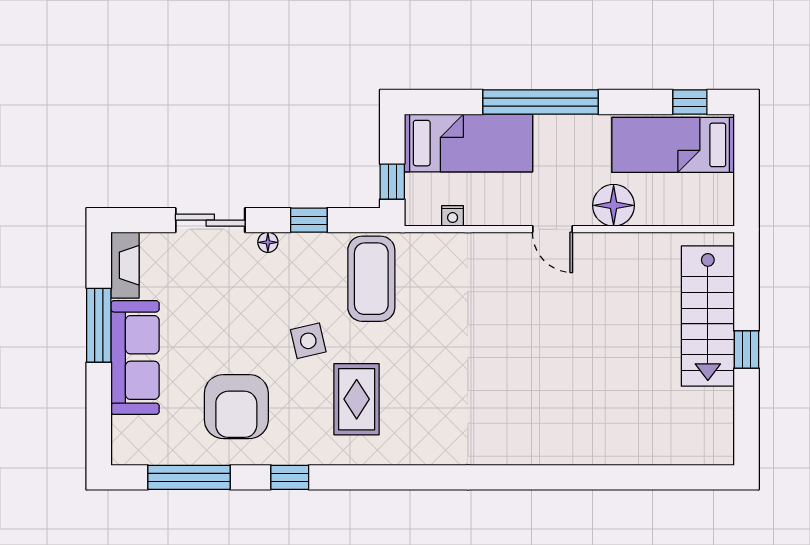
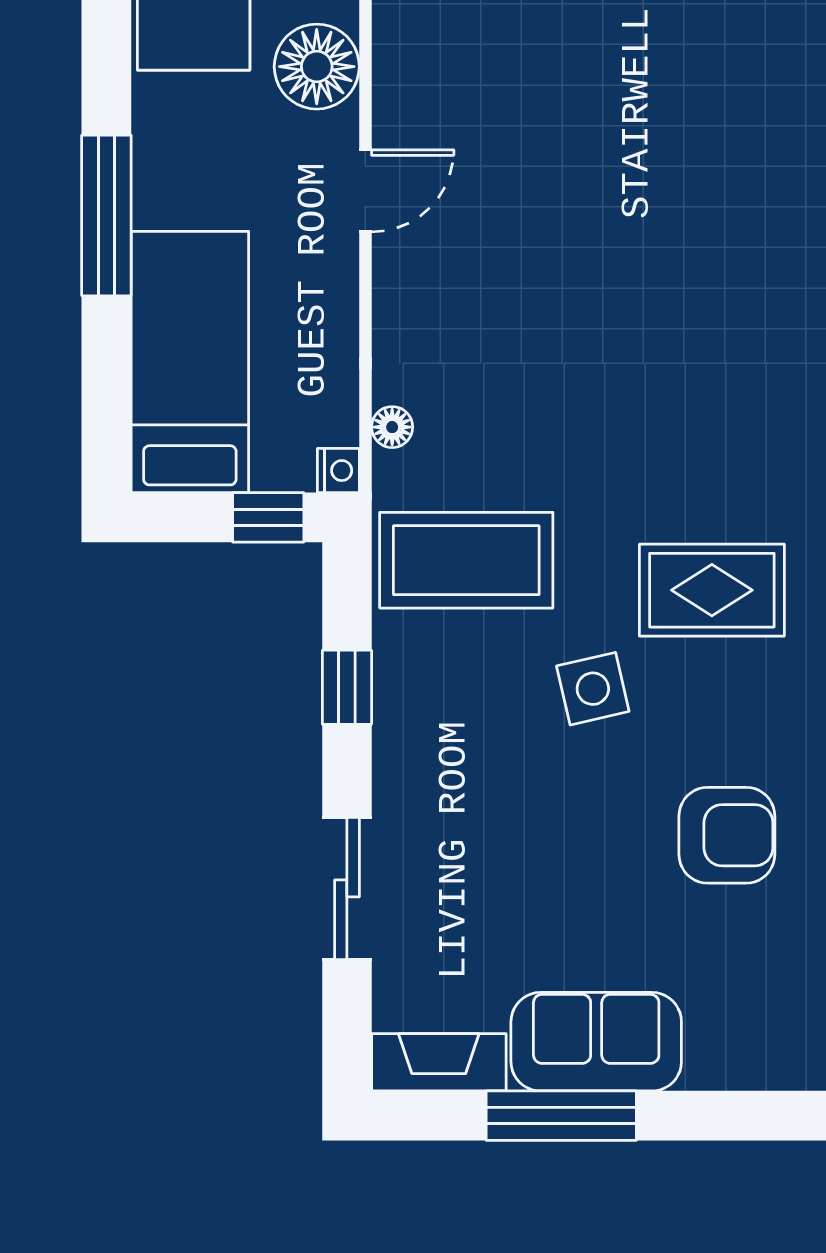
window: (540, 102) -> (106, 215), width x0.68
nightstand: (453, 216) -> (338, 471), moved
floor lamp: (268, 242) -> (392, 427), moved
sofa: (135, 358) -> (596, 1042), width x0.73
armchair: (236, 407) -> (727, 835), width x0.73, depth x0.73

